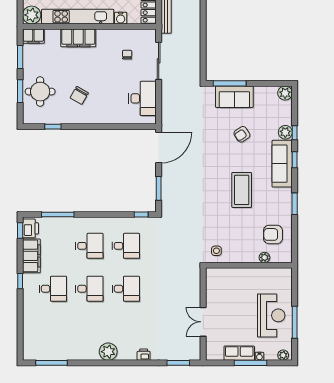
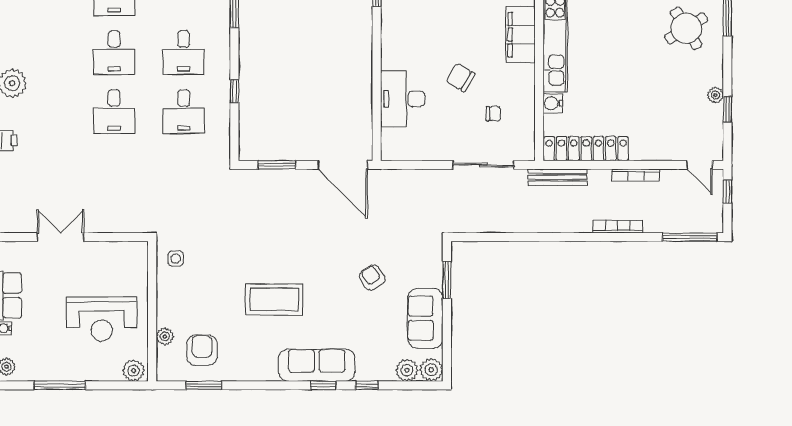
window: (230, 83) -> (447, 280), width x0.69
chair: (79, 95) -> (460, 78), moved
sofa: (234, 97) -> (425, 318), moved
desk: (143, 98) -> (403, 99), moved, turned 90
plant: (285, 132) -> (407, 370), moved
armchair: (242, 134) -> (372, 278), moved
window: (295, 204) -> (204, 385), moved
window: (141, 215) -> (234, 91), moved
plant: (286, 277) -> (134, 371), added
reception desk: (271, 315) -> (102, 319), moved

